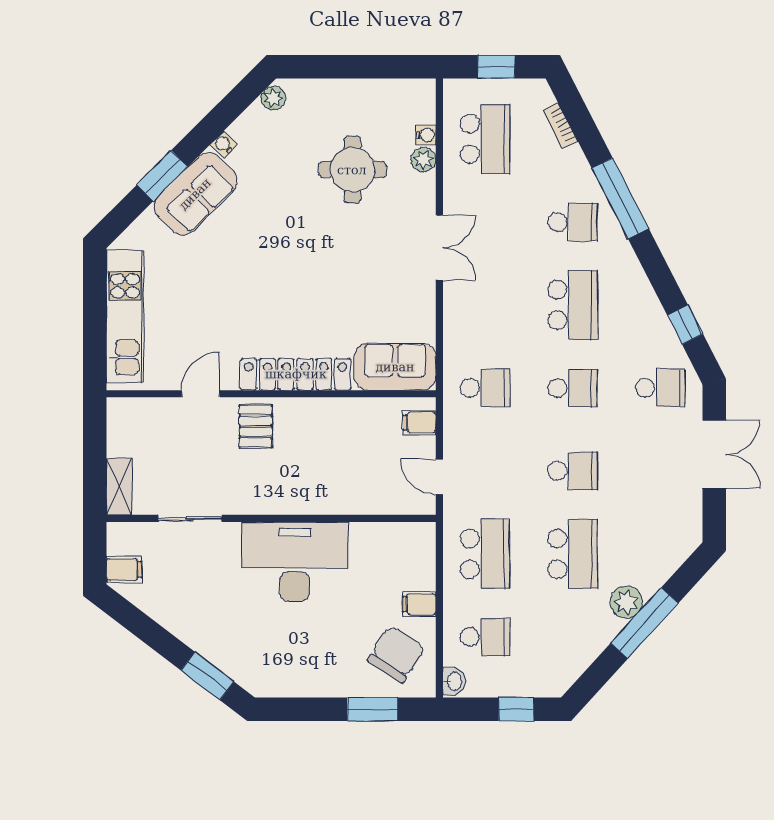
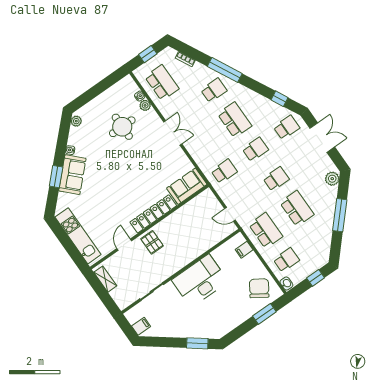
filing cabinet: (419, 422) -> (209, 200), removed
shelving: (119, 487) -> (105, 279), moved
plant: (626, 602) -> (332, 179), moved
filing cabinet: (419, 604) -> (244, 250), moved

